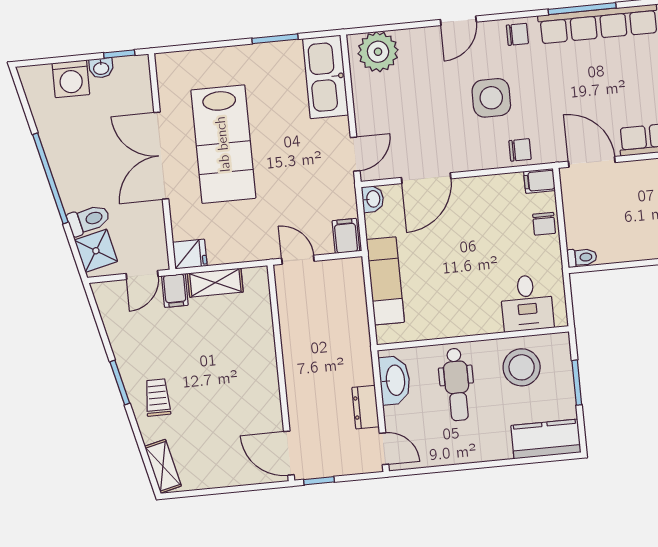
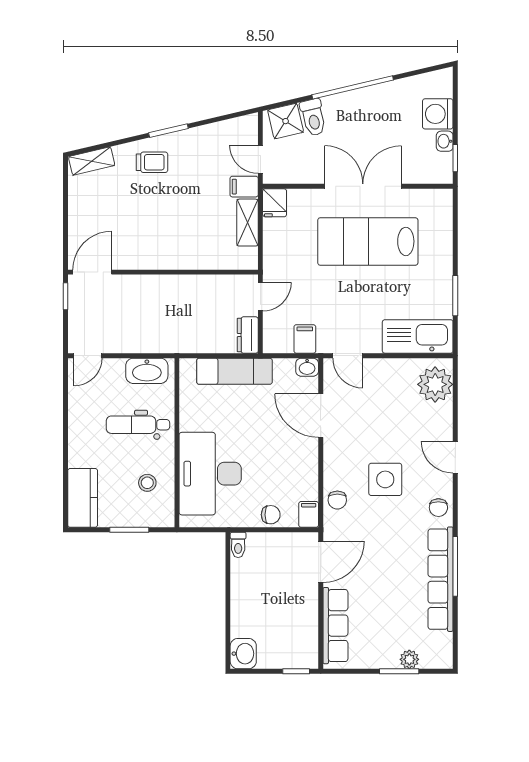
chair: (544, 224) -> (271, 515), turned 180
filing cabinet: (346, 236) -> (305, 339), moved, turned -90
desk: (527, 303) -> (210, 474), width x1.87, depth x1.30
stool: (522, 367) -> (147, 483), width x0.53, depth x0.53
dresser: (365, 407) -> (248, 335), moved, turned -90

